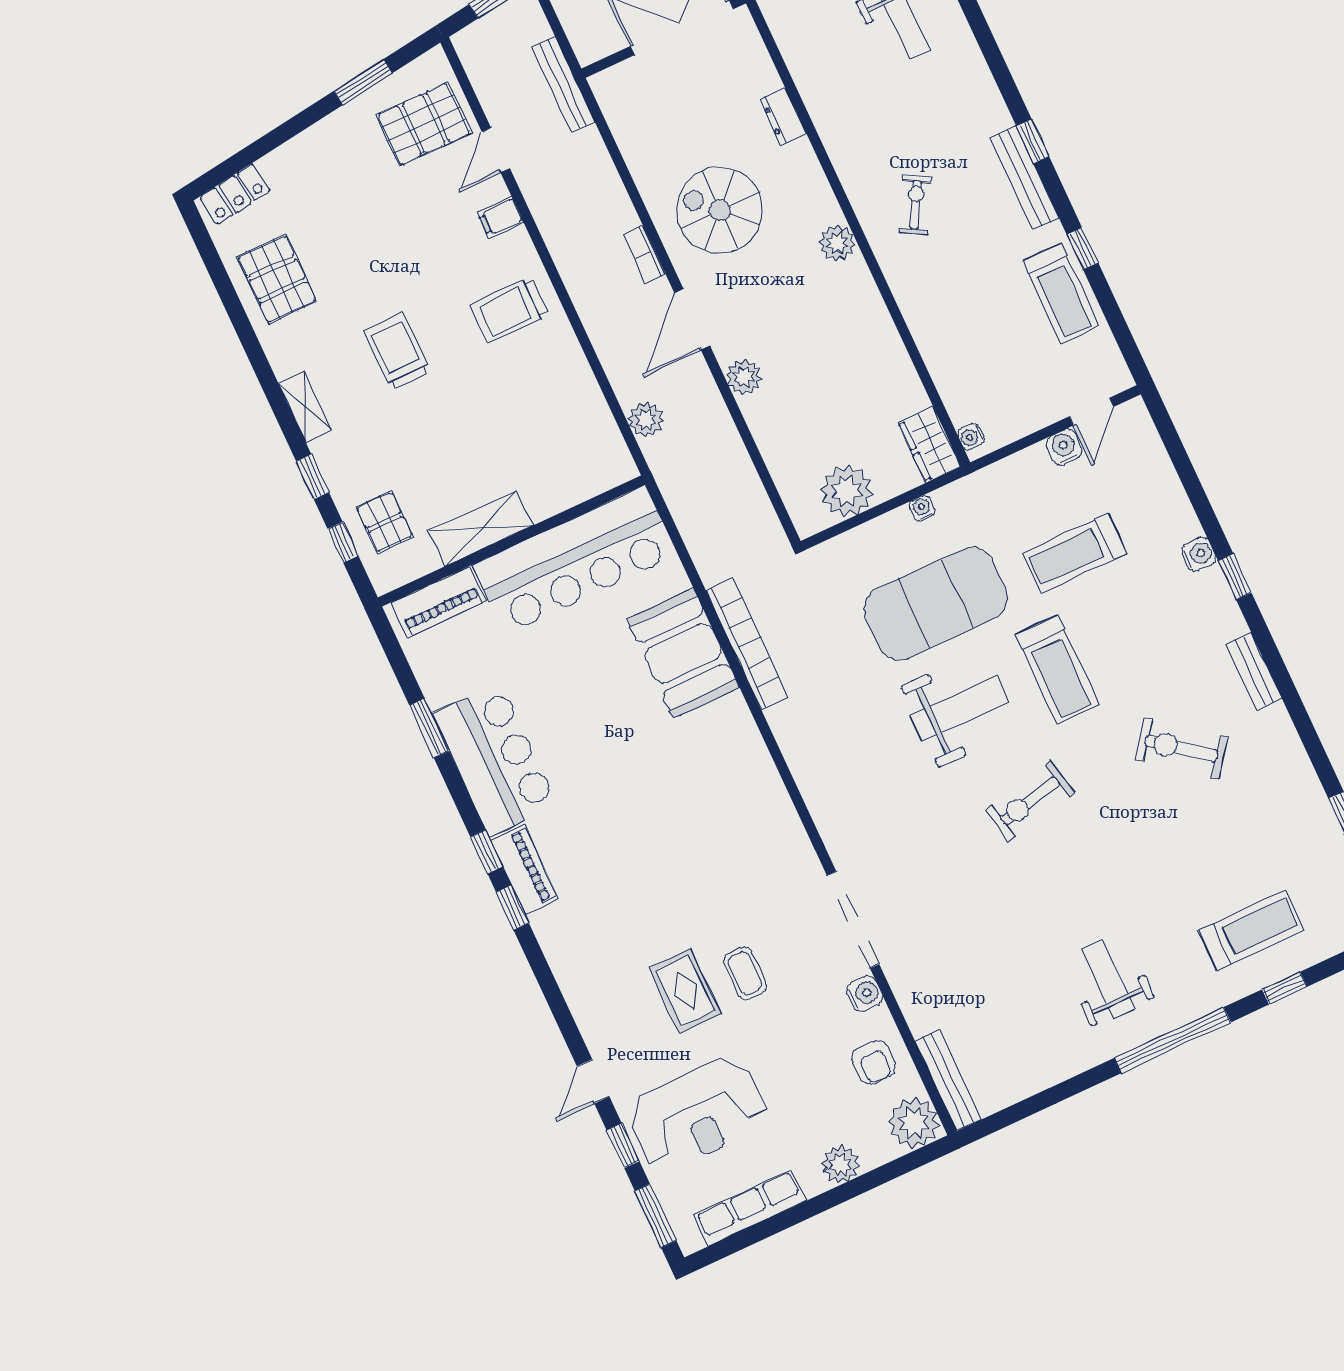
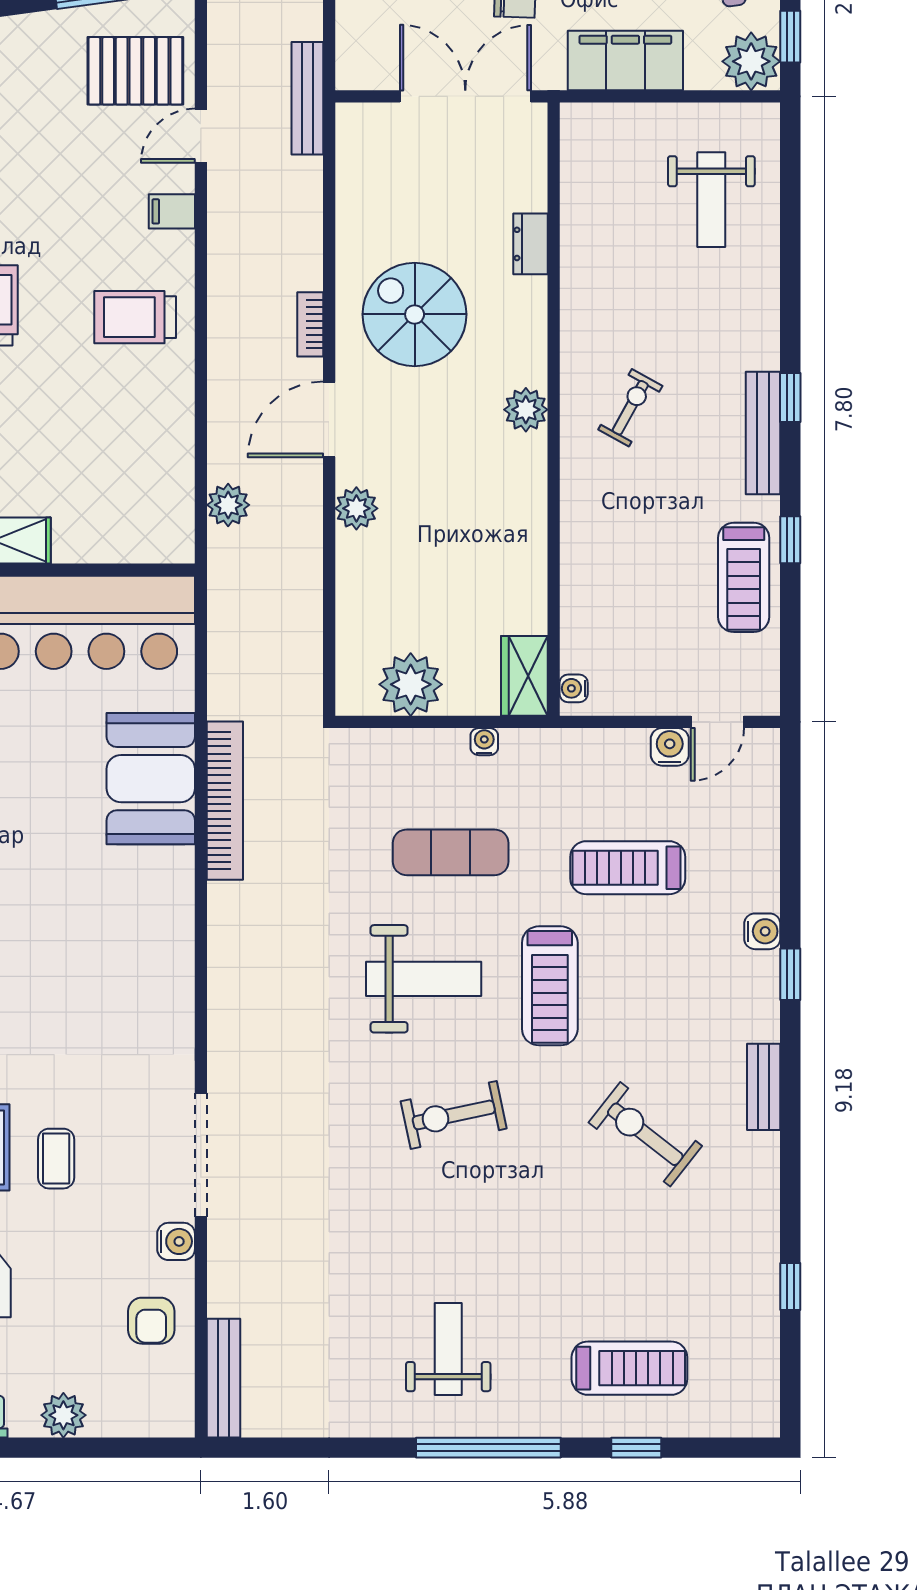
exercise mat: (936, 604) -> (451, 852), width x0.50, depth x0.69
plant: (914, 1123) -> (164, 1407), removed

